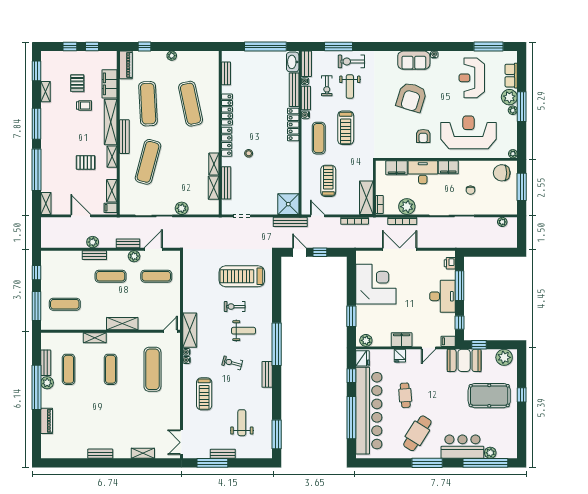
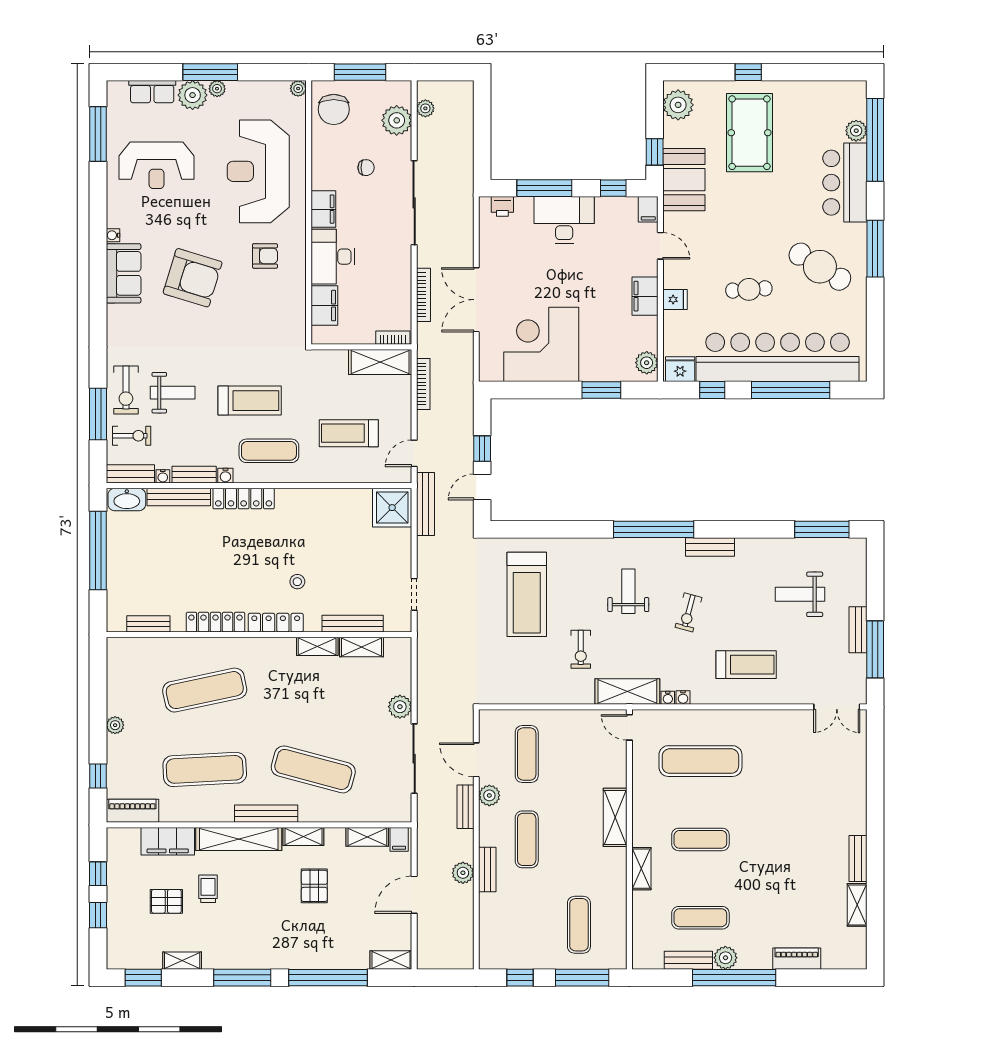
exercise bike: (327, 86) -> (132, 436), moved
plant: (407, 207) -> (397, 120), moved
exercise bike: (235, 307) -> (581, 649), moved
shelving: (143, 453) -> (857, 905), moved

